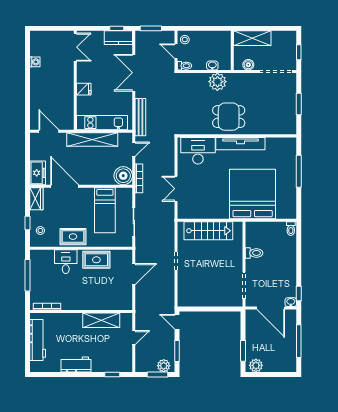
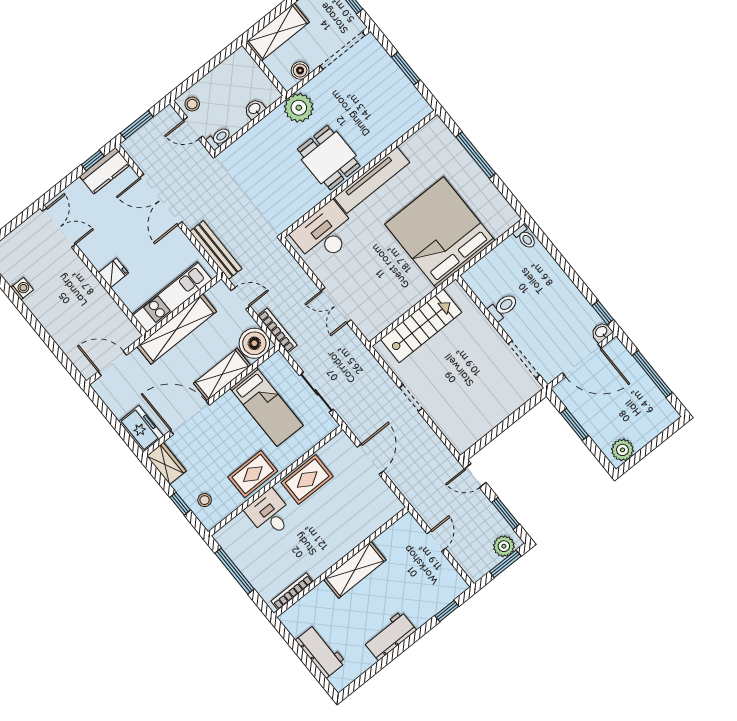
plant: (217, 82) -> (299, 108), moved
dining table: (229, 117) -> (329, 158), turned 90
door: (134, 149) -> (241, 298), hinge flipped
shelving: (96, 178) -> (222, 374), added
shelving: (101, 320) -> (355, 570), moved
workbench: (38, 340) -> (321, 651), width x0.73
window: (243, 351) -> (574, 424), moved

